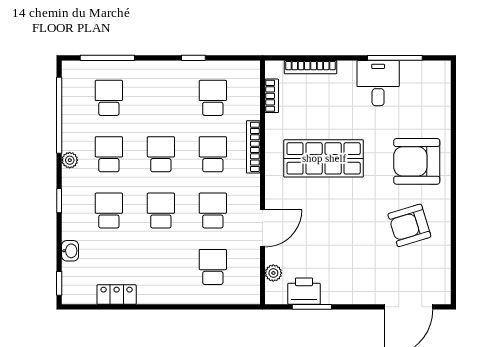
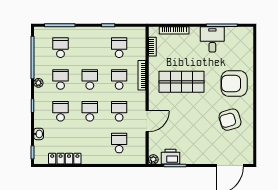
plant: (273, 273) -> (153, 159), moved
locker: (117, 295) -> (65, 159), width x1.53

